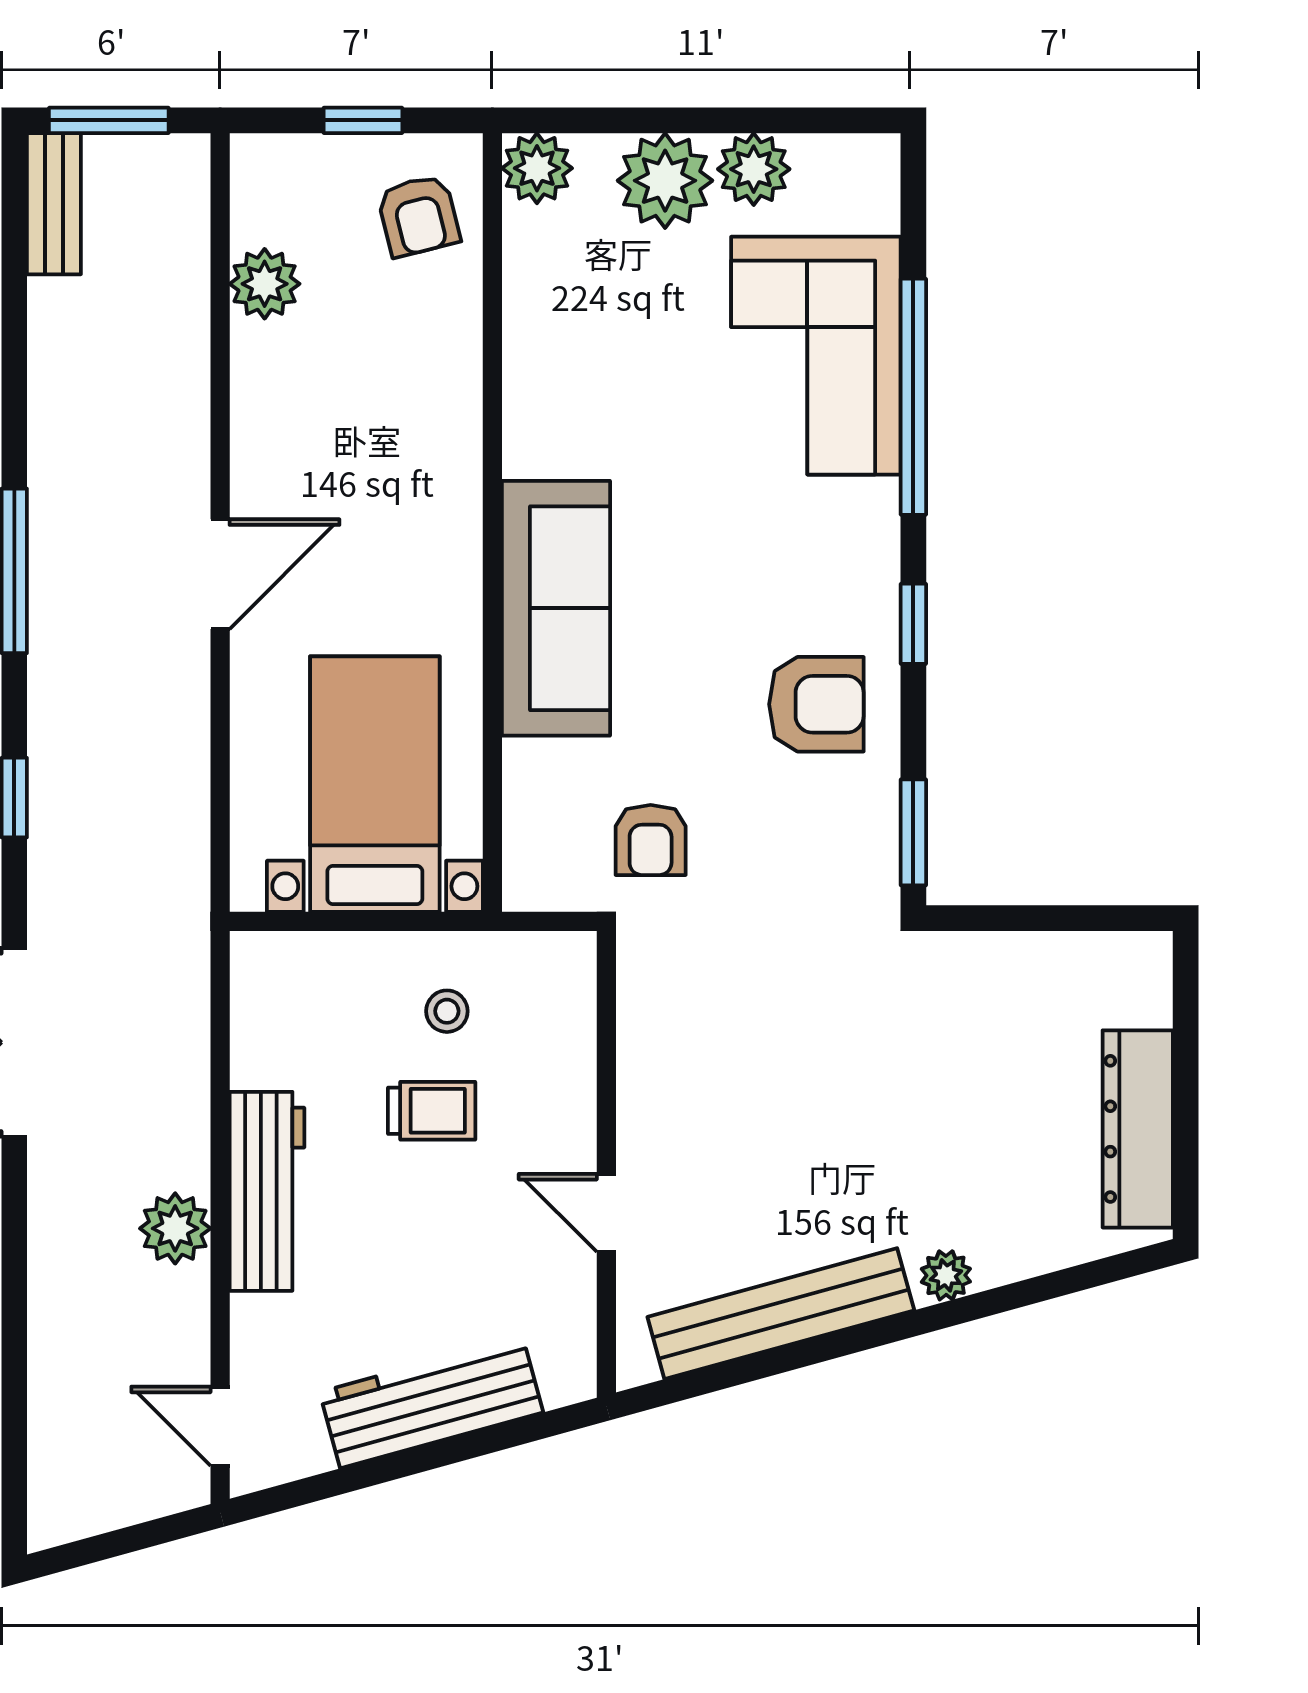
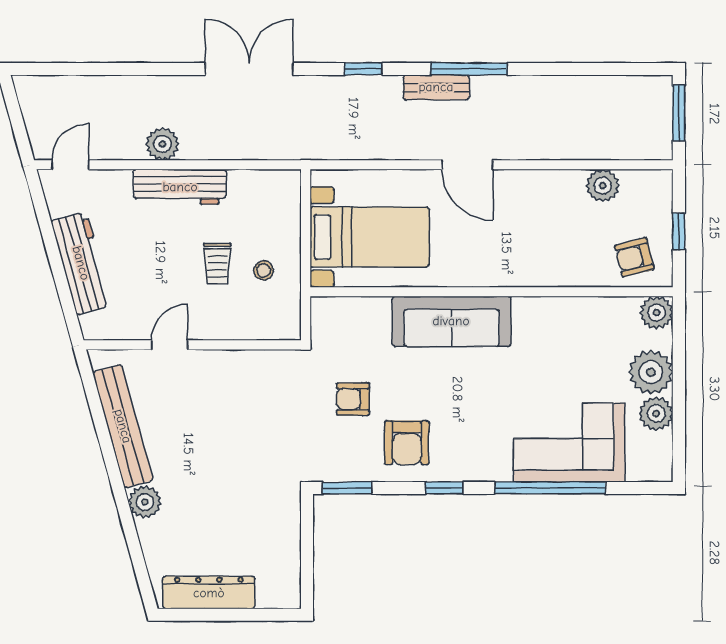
bench: (54, 204) -> (436, 87), moved
armchair: (651, 840) -> (353, 399), moved
plant: (946, 1275) -> (145, 502), width x1.38, depth x1.38

